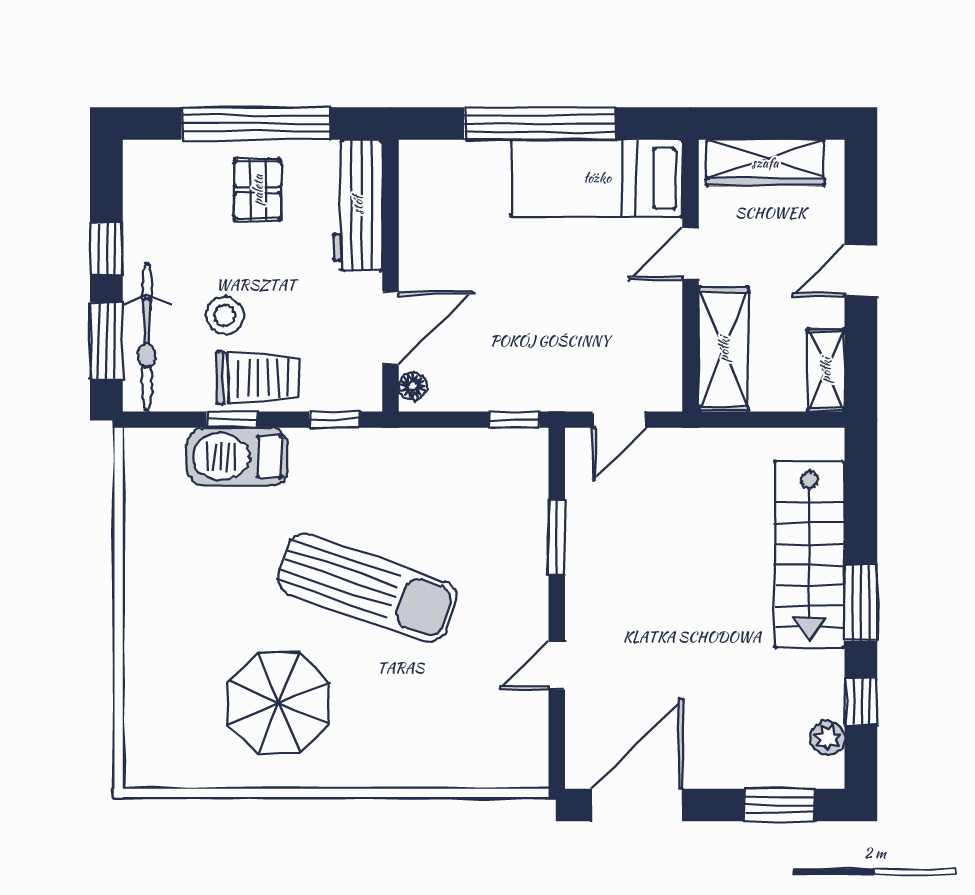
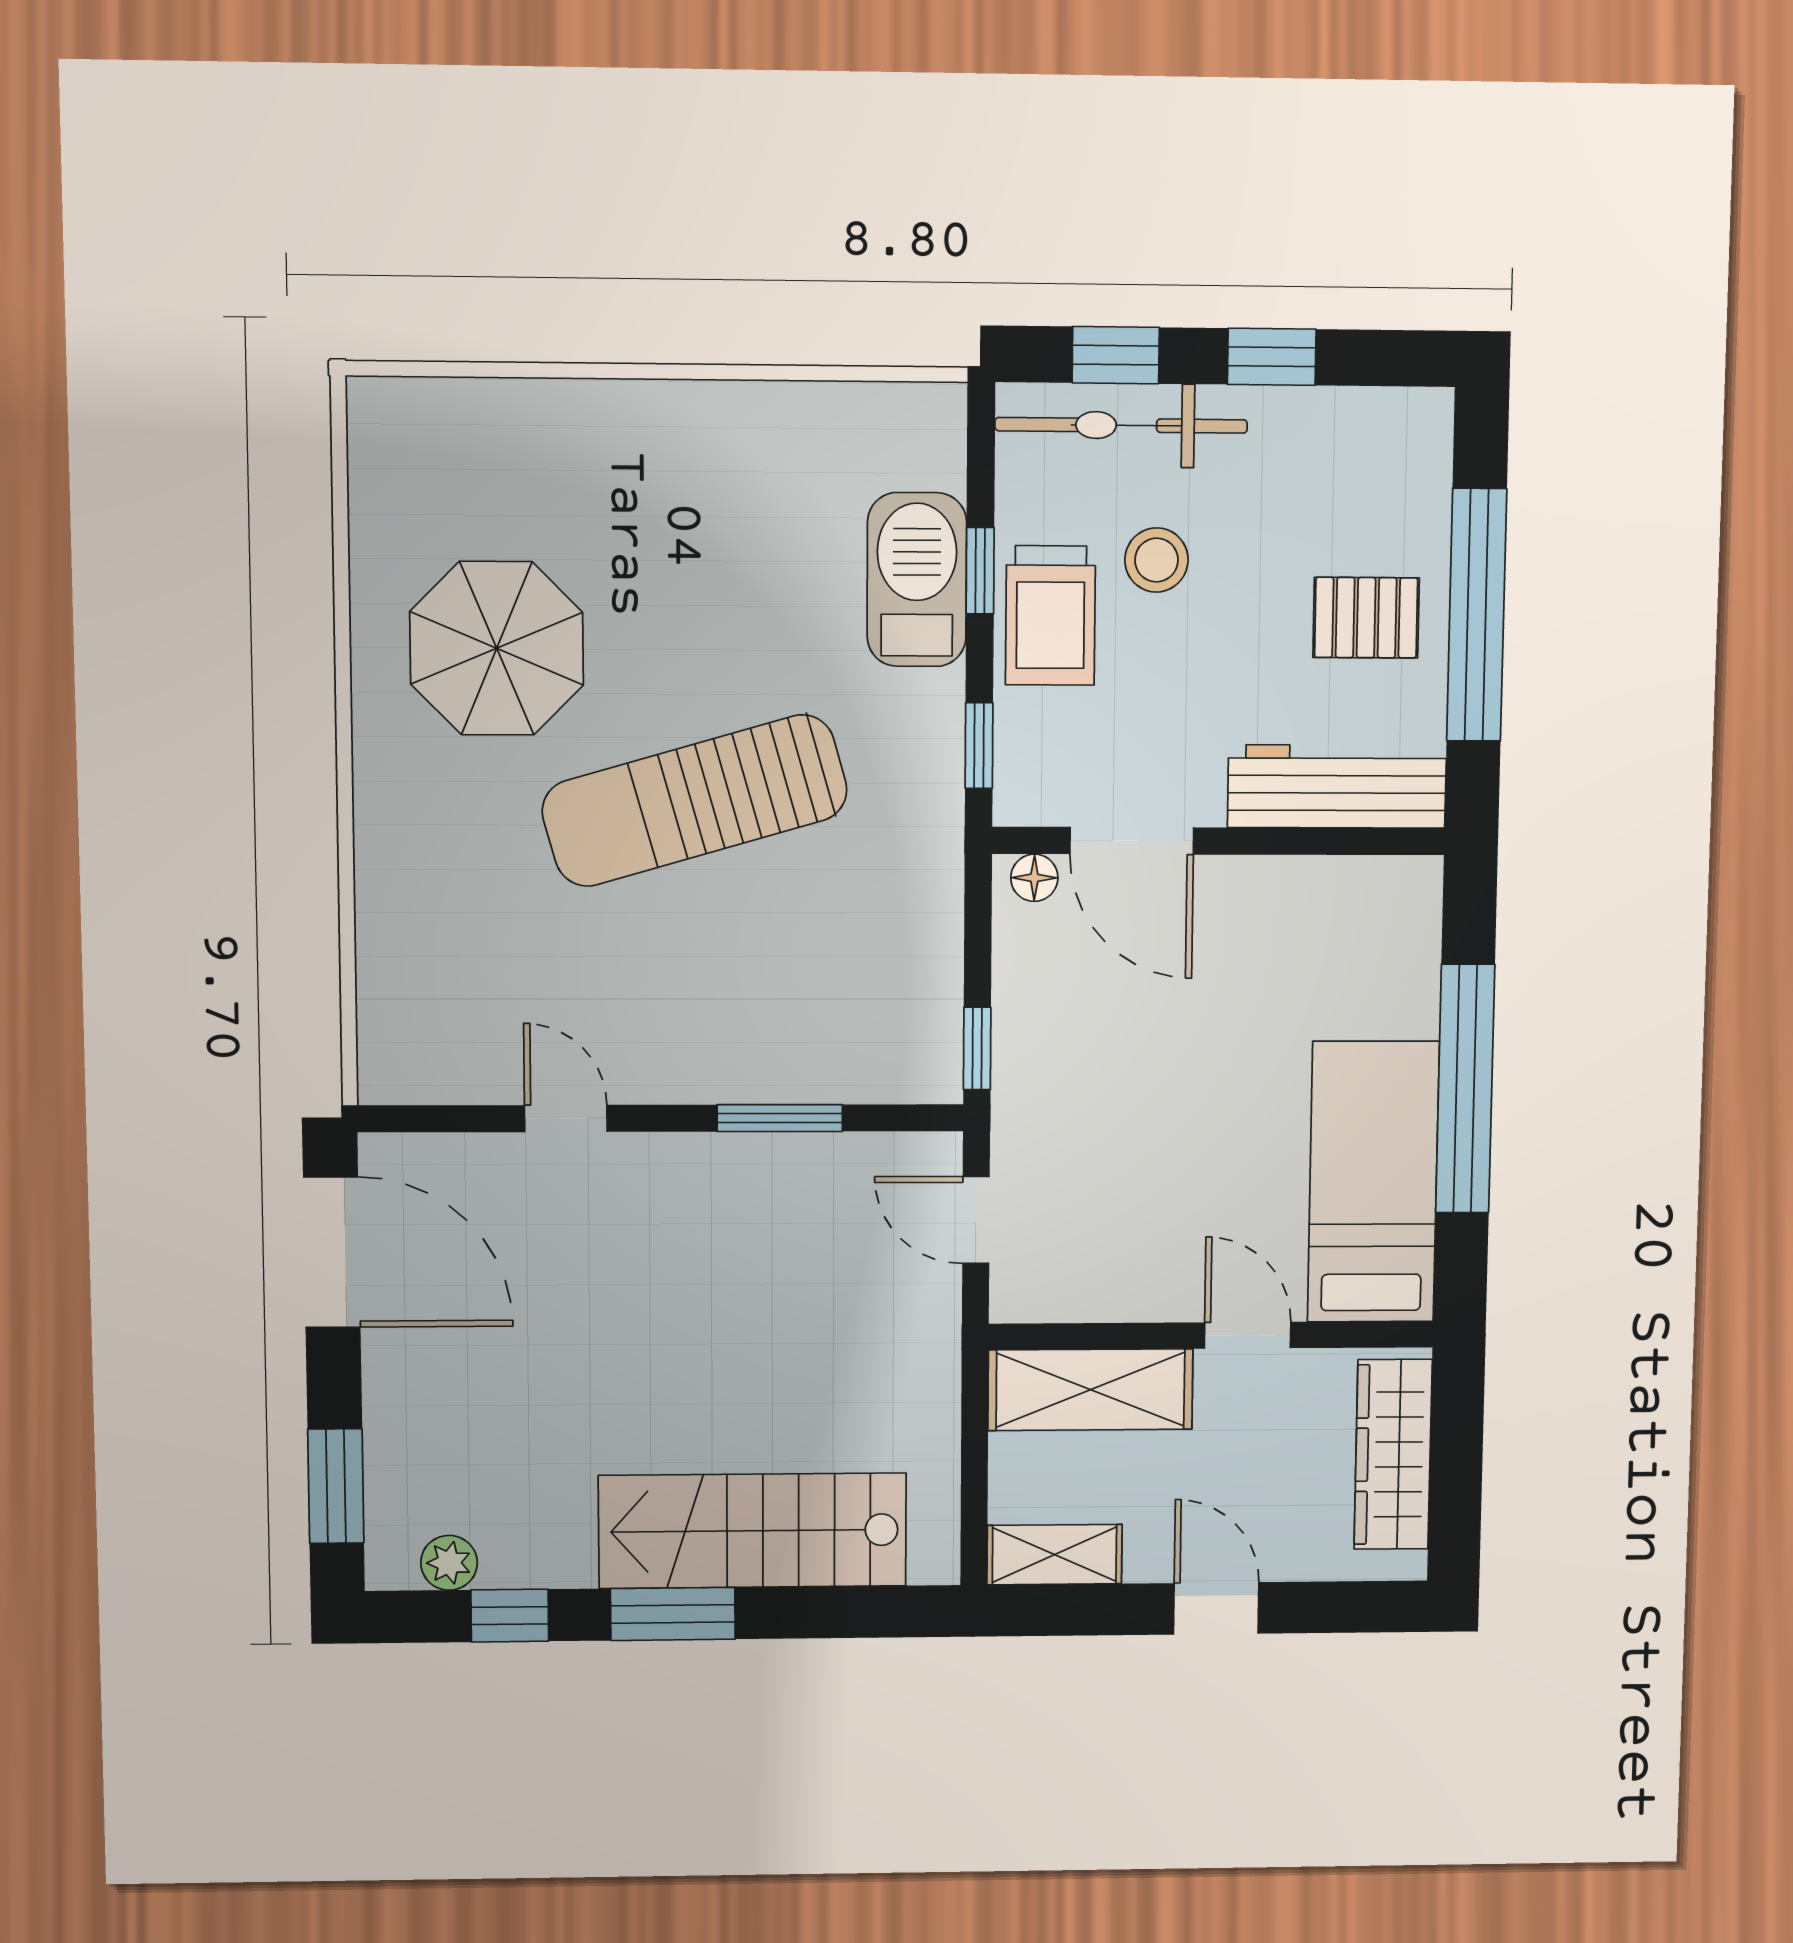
window: (106, 341) -> (1116, 355), width x0.67
sun lounger: (367, 588) -> (695, 801), turned 55

